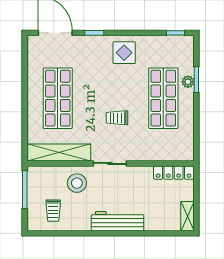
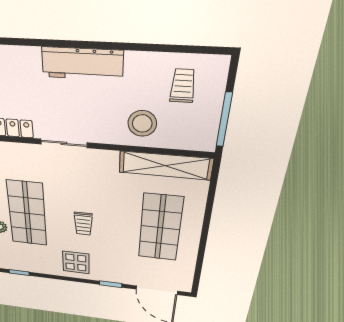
trolley: (117, 118) -> (83, 224), moved, turned 90
sliding door: (110, 163) -> (64, 143), moved

